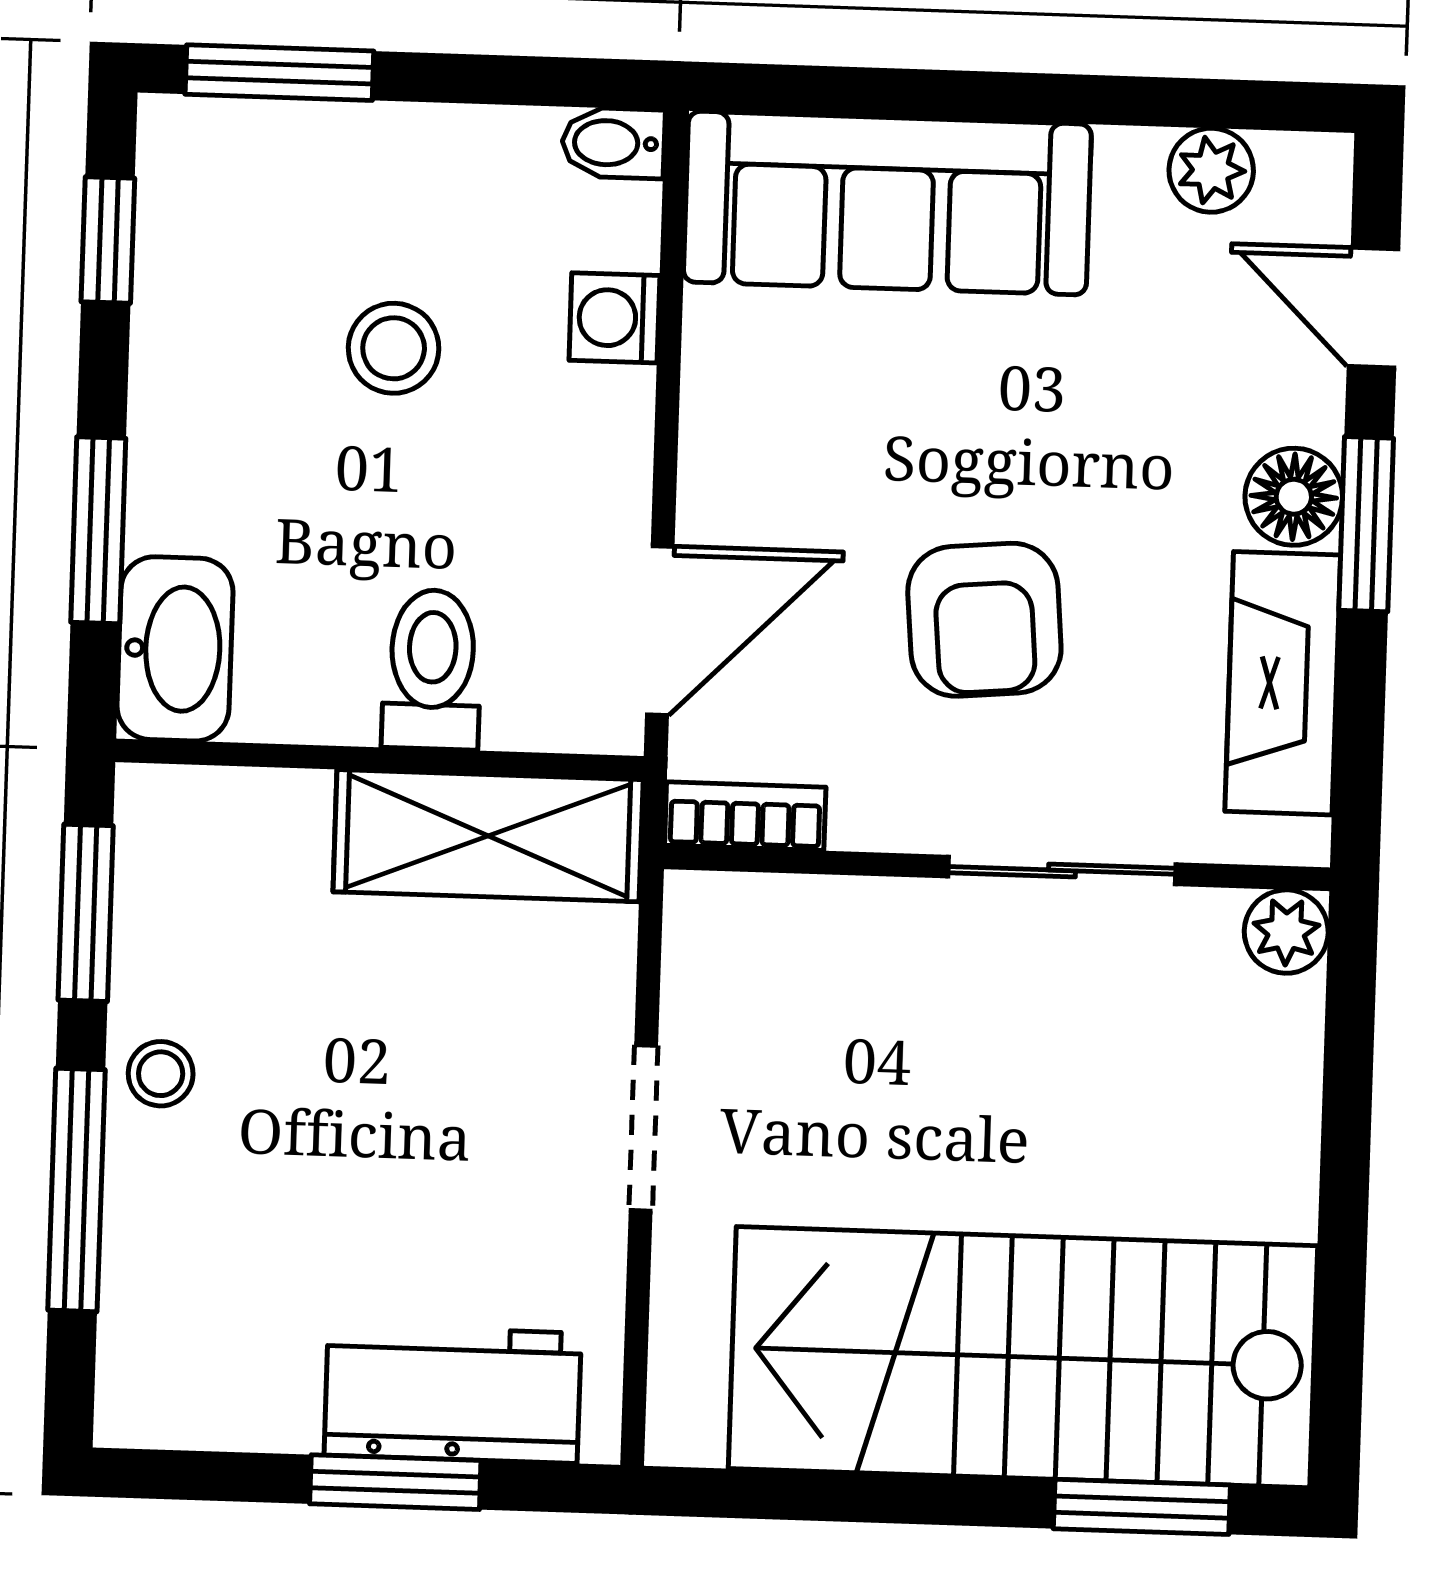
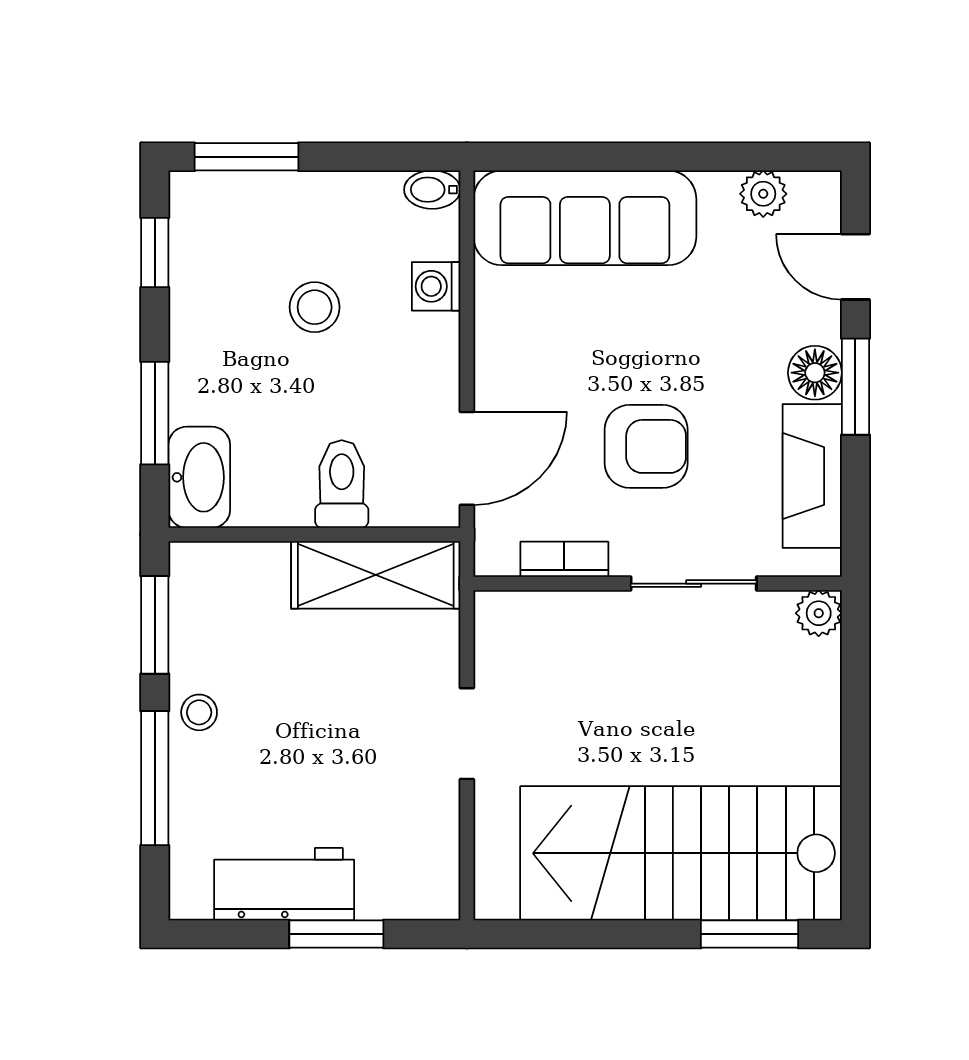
armchair: (984, 620) -> (646, 446), turned -85
bookcase: (745, 816) -> (564, 559), moved
workbench: (453, 1394) -> (284, 884), moved

